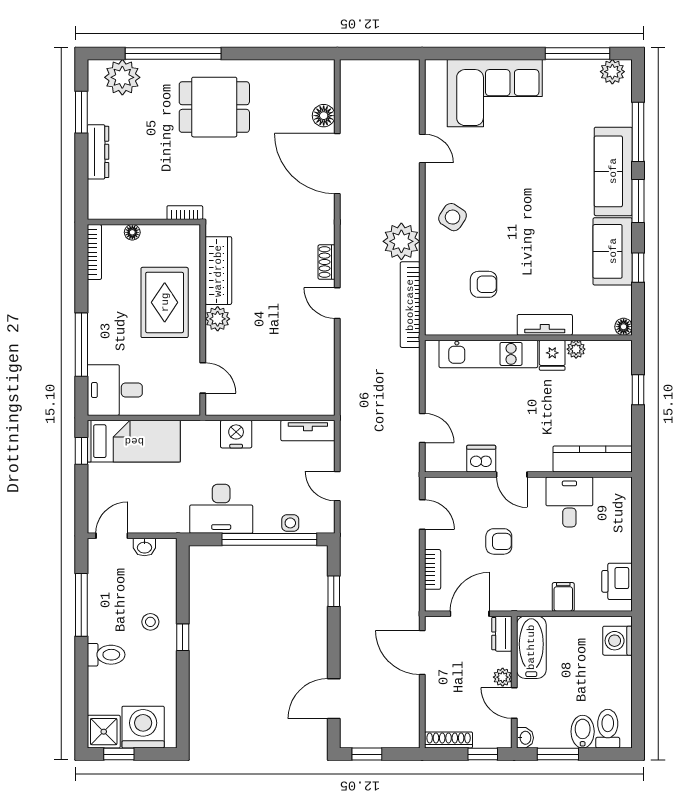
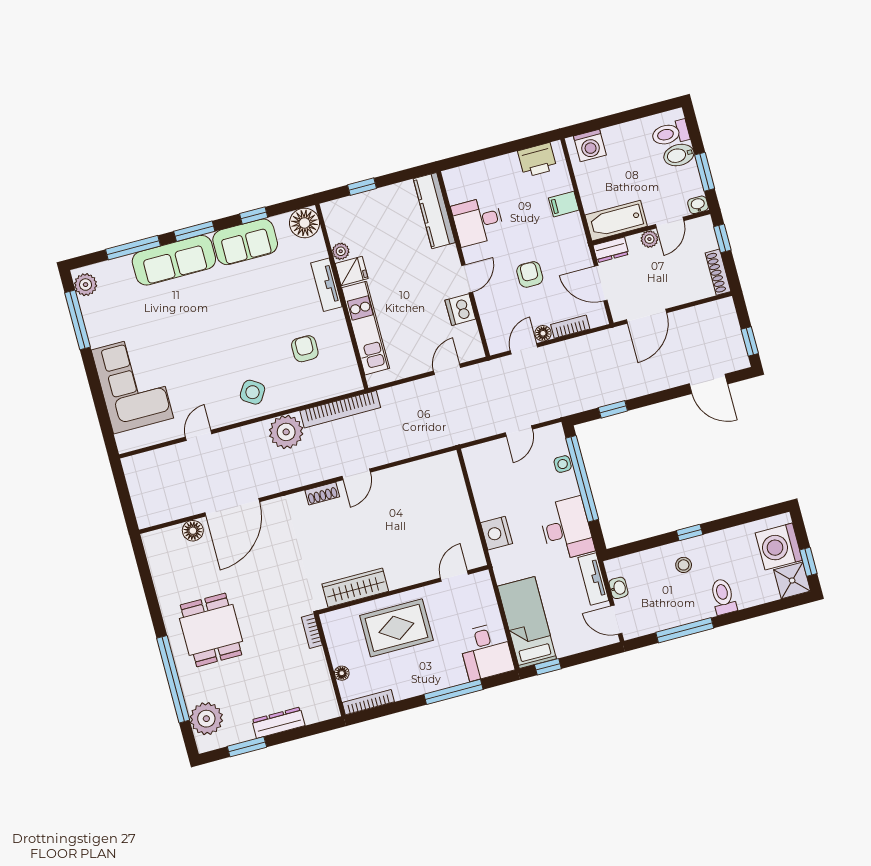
plant: (218, 319) -> (398, 577), removed
floor lamp: (624, 327) -> (304, 223), width x1.89, depth x1.89
tv unit: (308, 431) -> (593, 579), moved, turned 180
floor lamp: (433, 539) -> (543, 333), added

